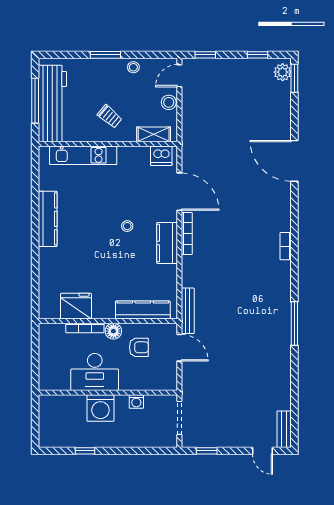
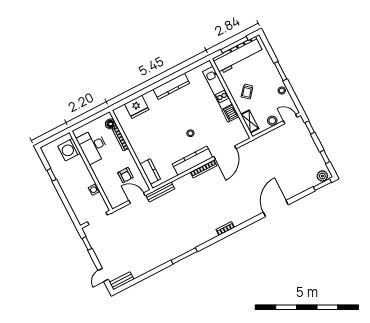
dishwasher: (161, 156) -> (230, 113), moved
kitchen counter: (167, 243) -> (192, 161), width x1.50
fridge: (76, 306) -> (137, 107), moved, turned 90
kitchen counter: (143, 310) -> (150, 172), width x0.67
floor lamp: (113, 331) -> (111, 124), moved
door: (179, 348) -> (137, 198), swing flipped
desk: (95, 372) -> (93, 146), moved
washing machine: (100, 408) -> (69, 150), moved

